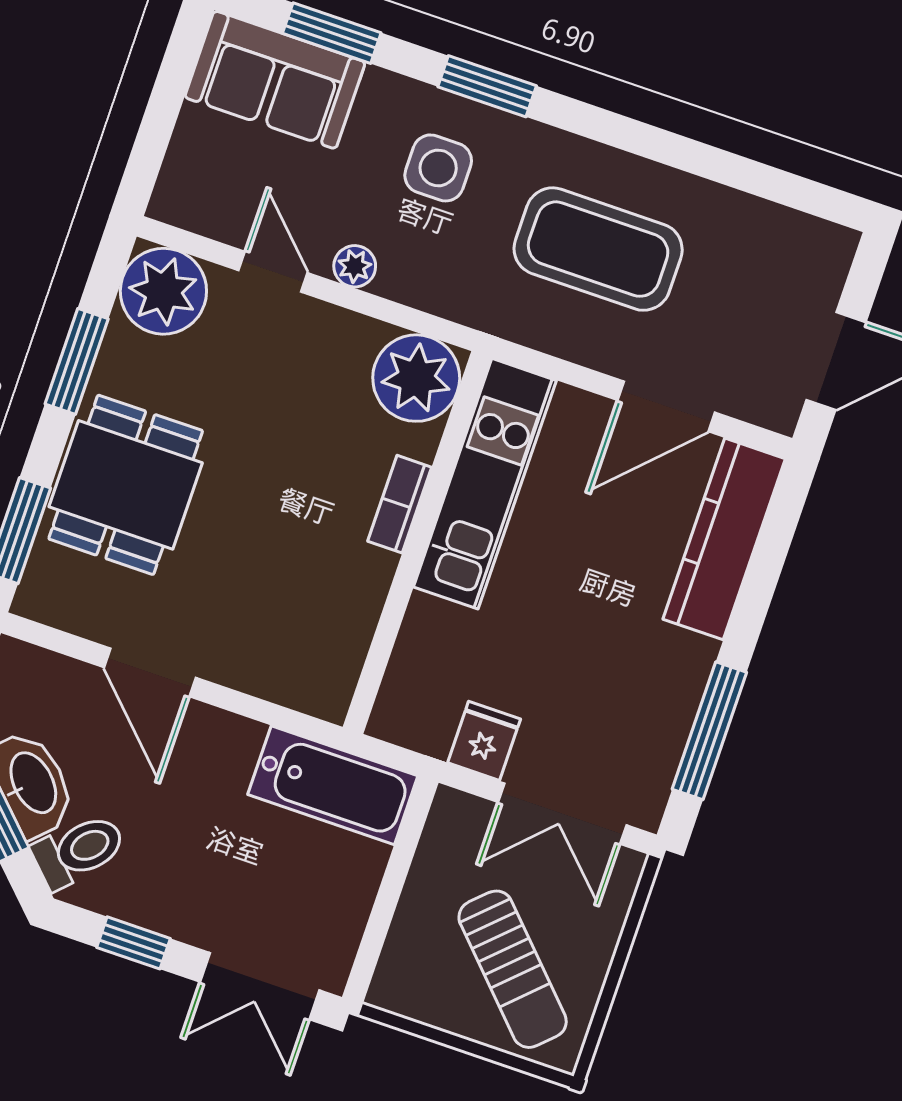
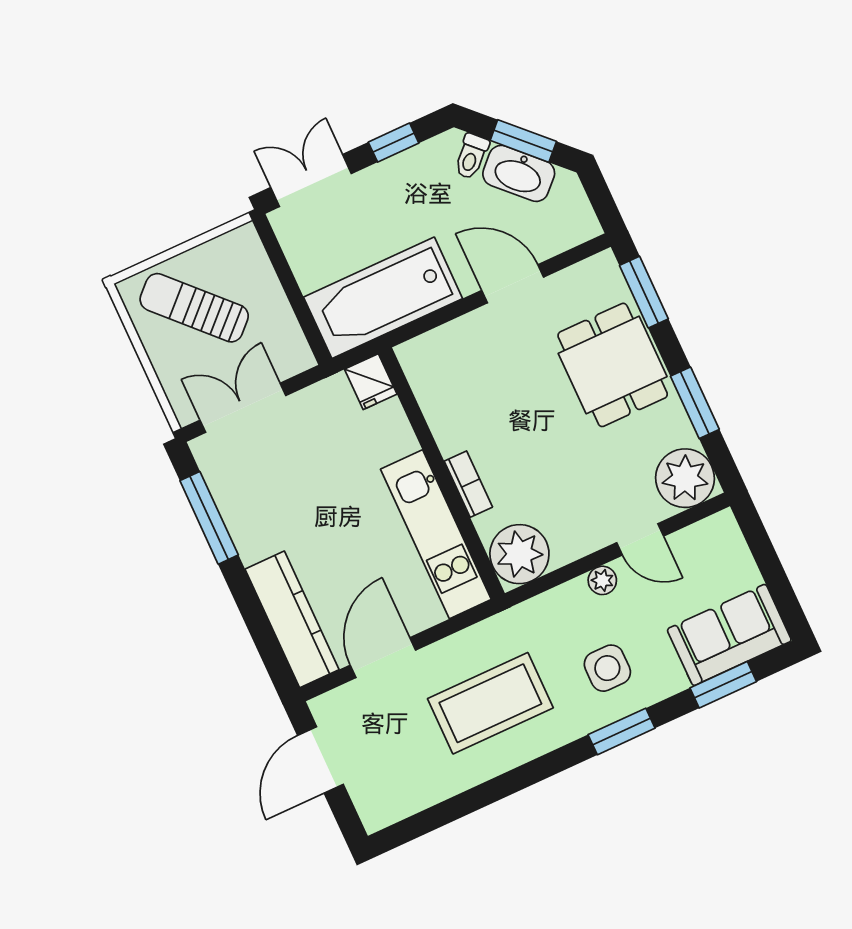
fridge: (484, 741) -> (371, 382), moved
bathtub: (333, 785) -> (383, 298), width x1.36, depth x1.36
toilet: (79, 851) -> (471, 156), width x0.73, depth x0.72

